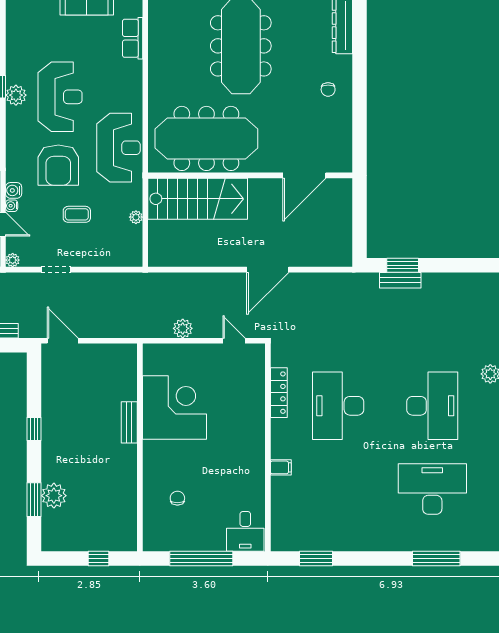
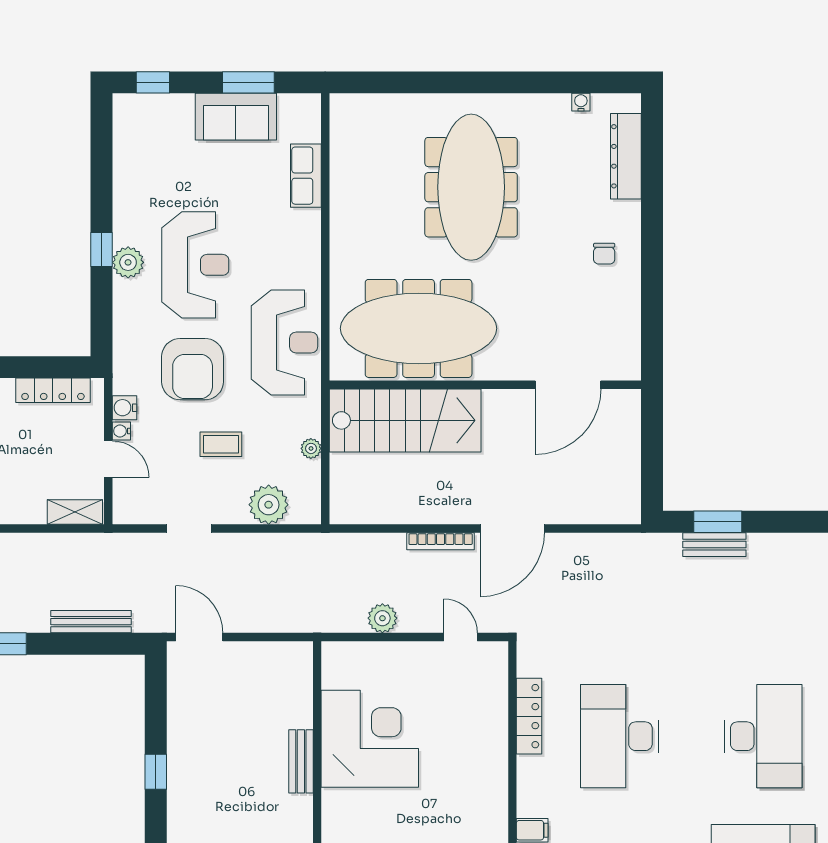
plant: (13, 260) -> (269, 505), moved, width x1.88, depth x1.88
bookcase: (221, 278) -> (441, 541), added

